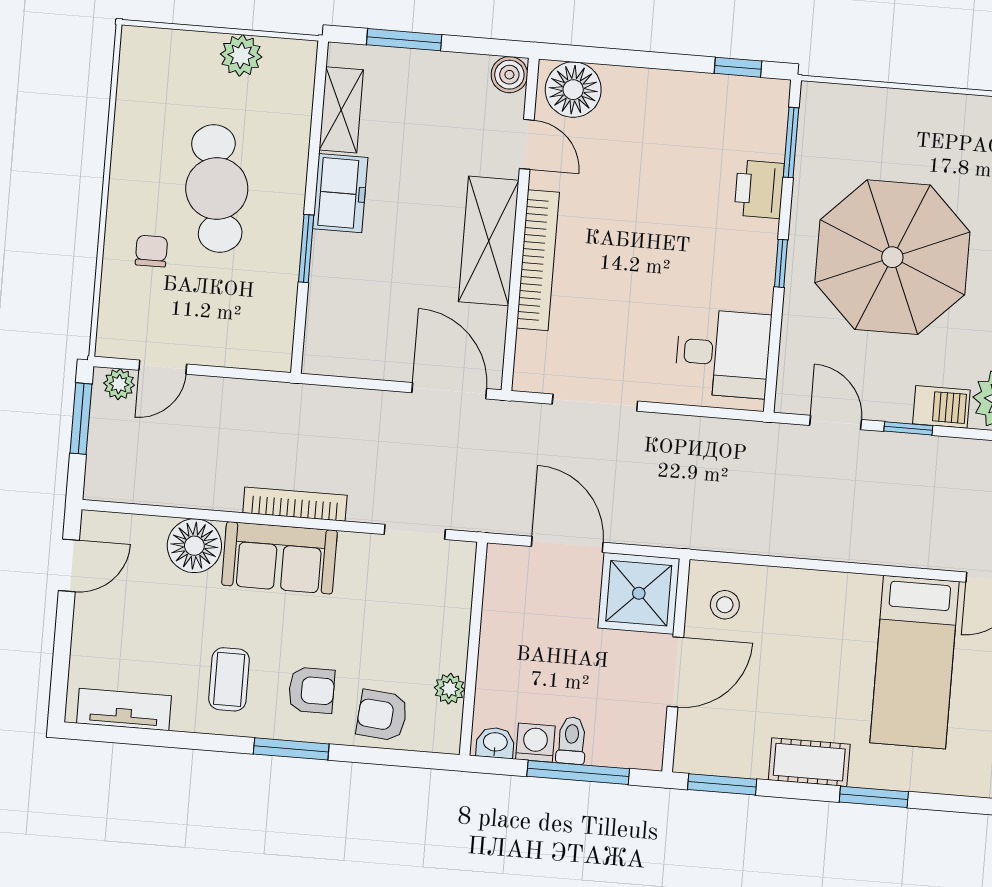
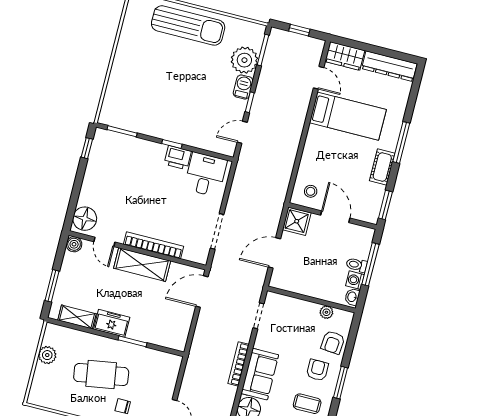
door: (527, 144) -> (104, 242), swing flipped
printer: (759, 189) -> (178, 158), moved
parasol: (892, 257) -> (177, 97), removed
shower: (639, 593) -> (297, 221), width x0.73, depth x0.73
window: (874, 797) -> (401, 142), width x1.44

